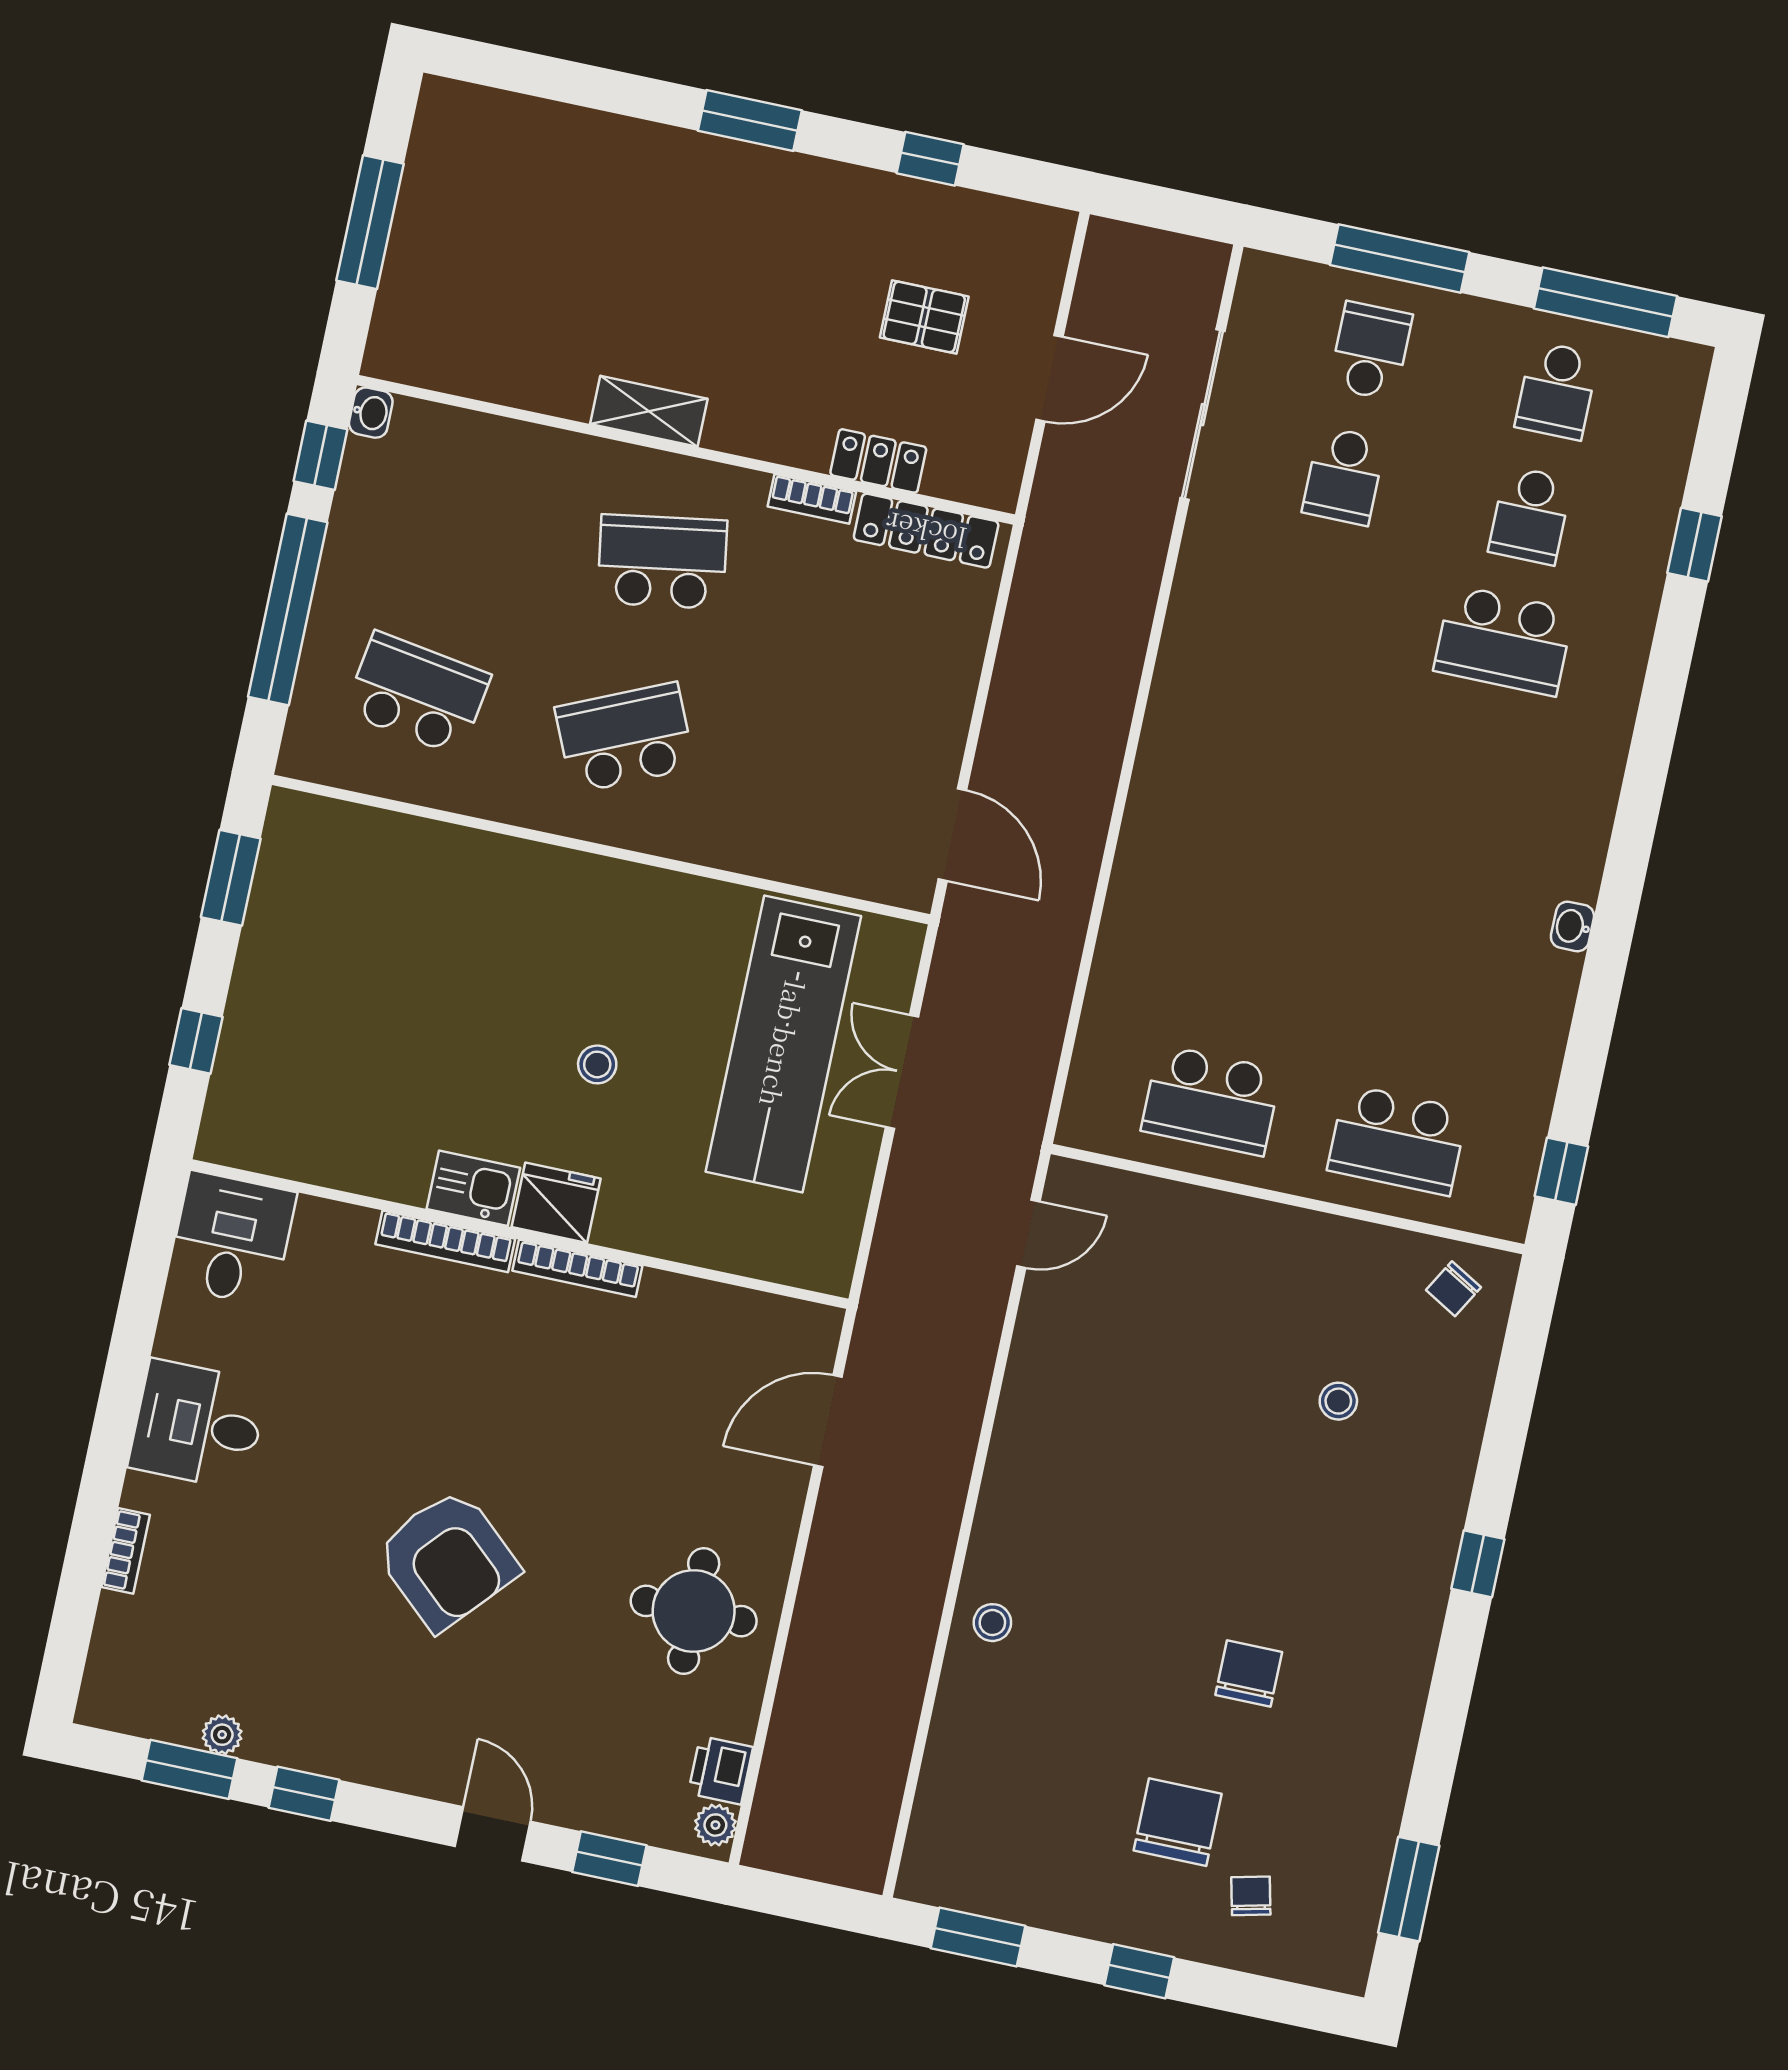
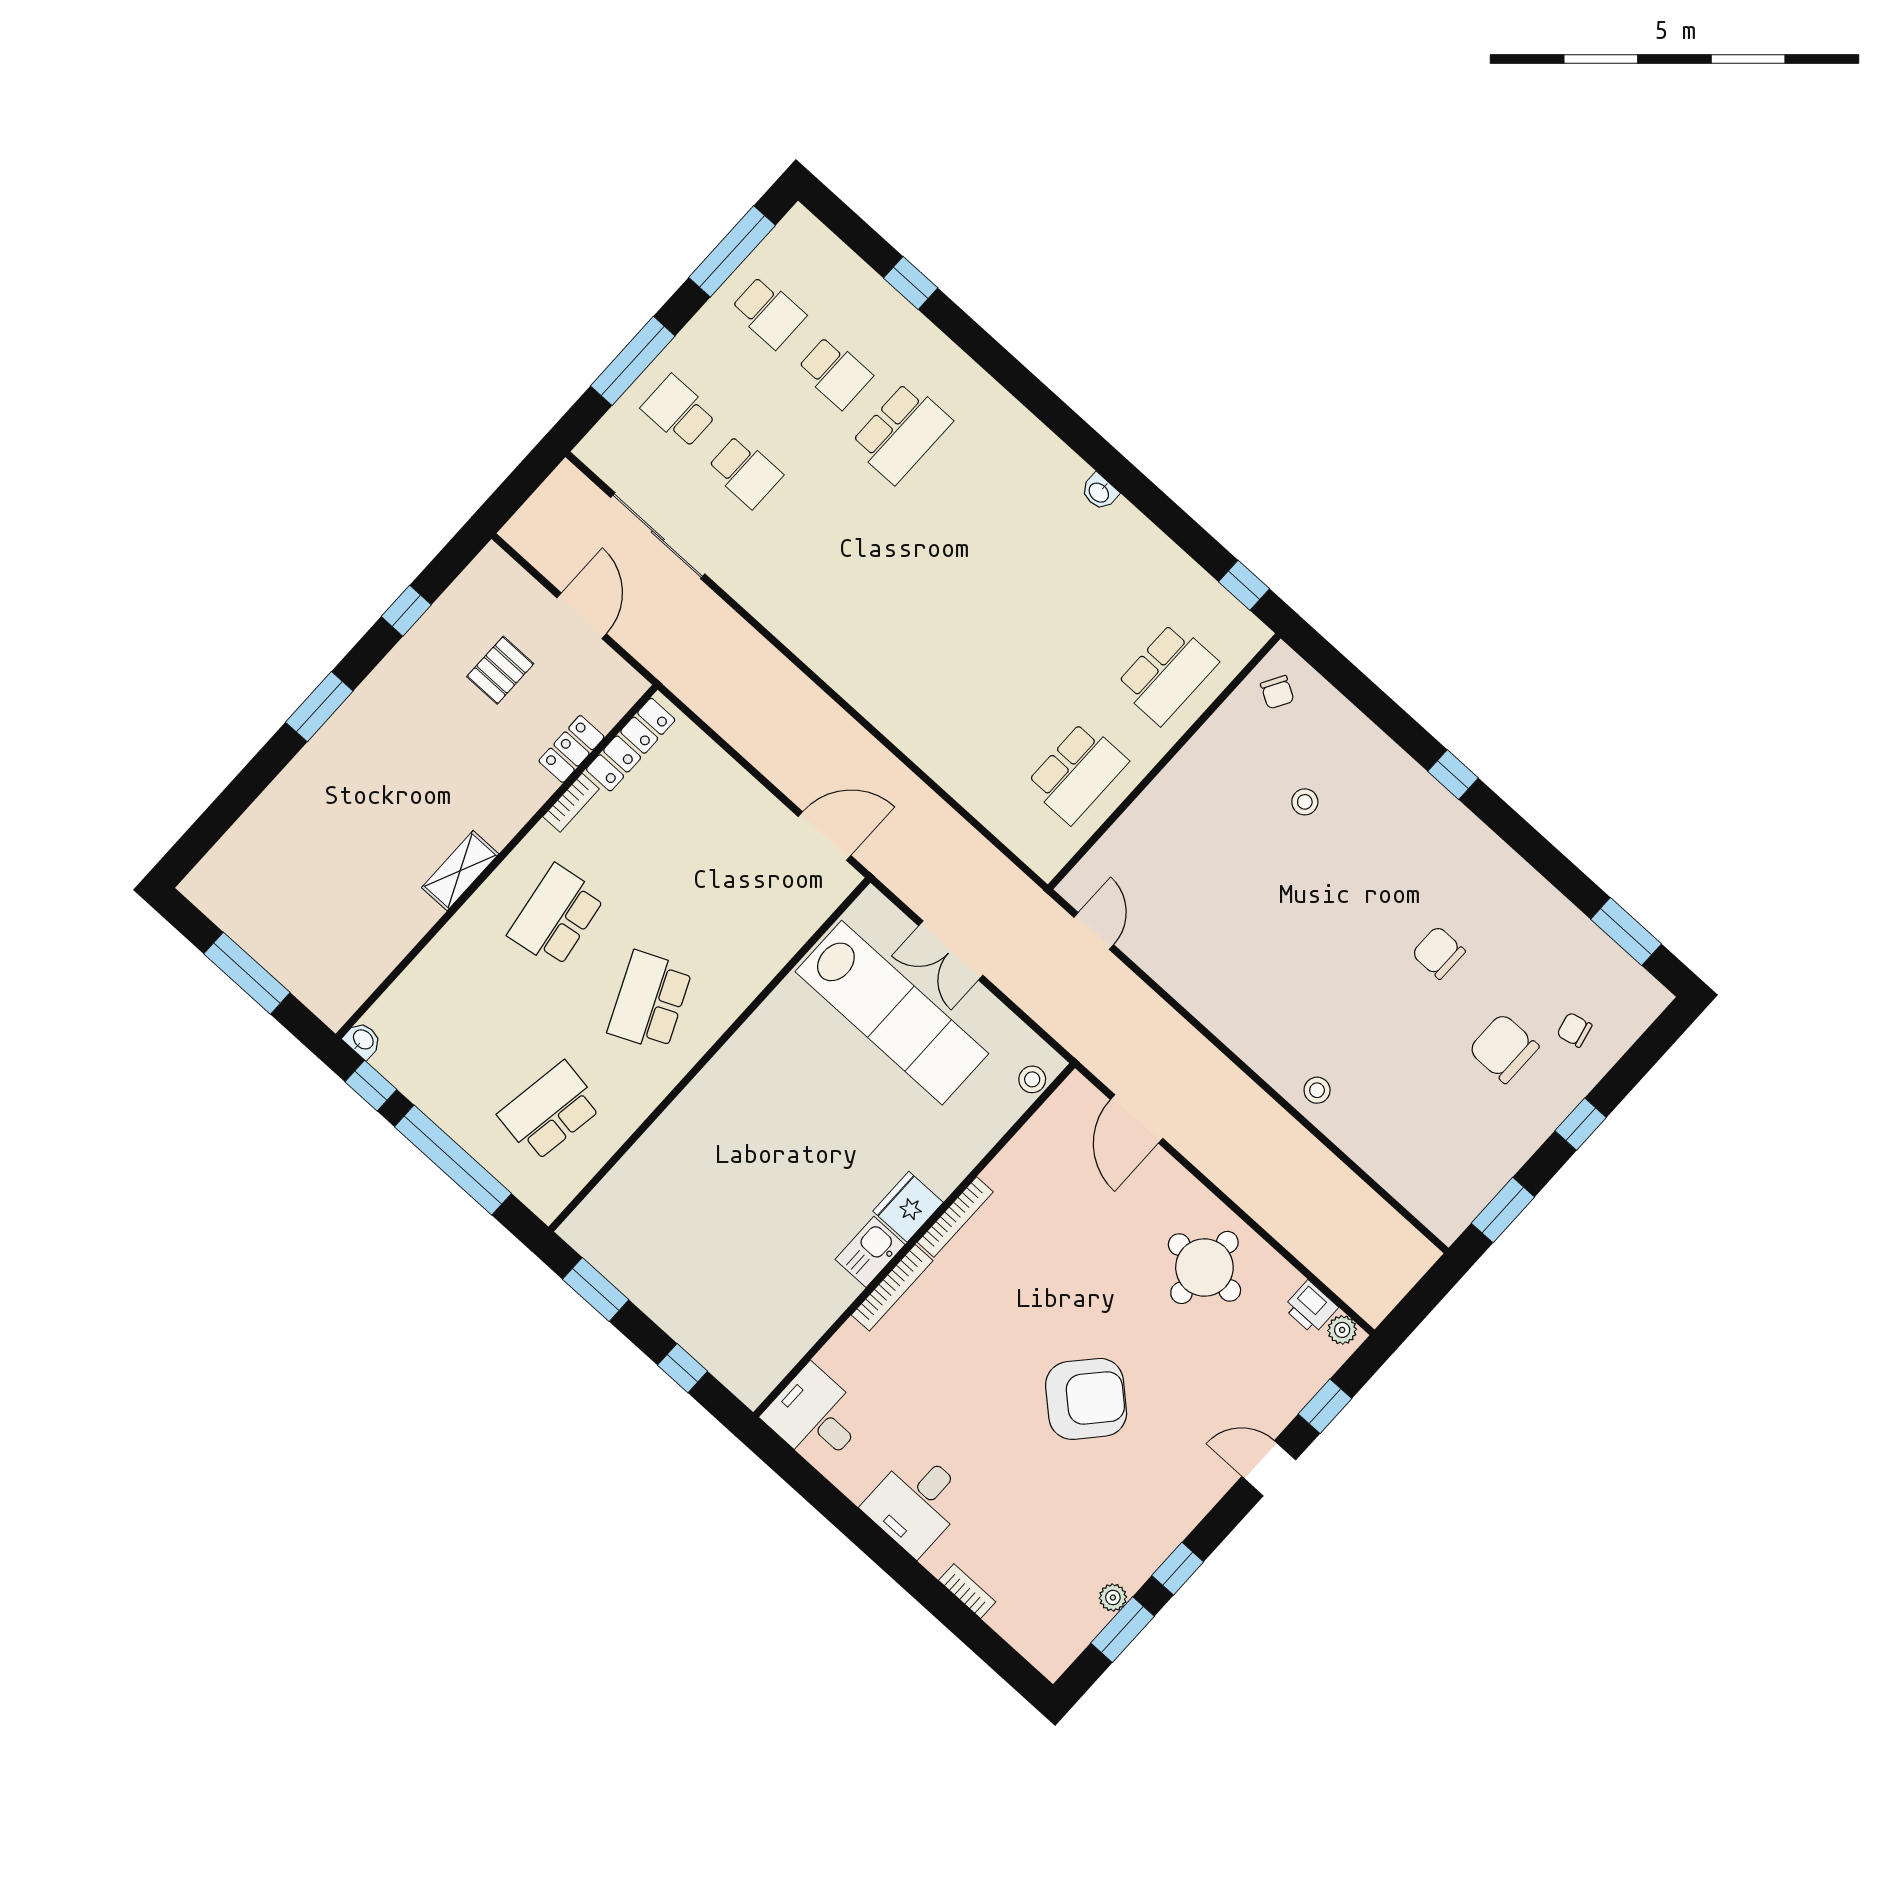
stool: (597, 1064) -> (1032, 1079), moved

